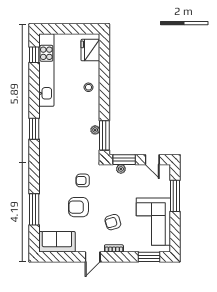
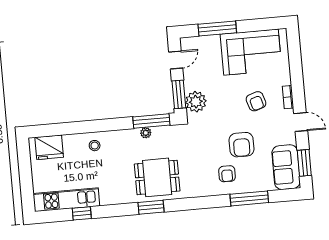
window: (34, 55) -> (82, 213), moved
kitchen unit: (46, 70) -> (66, 200), width x0.73
dining table: (58, 136) -> (157, 177), added
plant: (121, 169) -> (196, 102), width x1.87, depth x1.87
armchair: (83, 180) -> (227, 174), moved
window: (149, 257) -> (304, 163), moved

